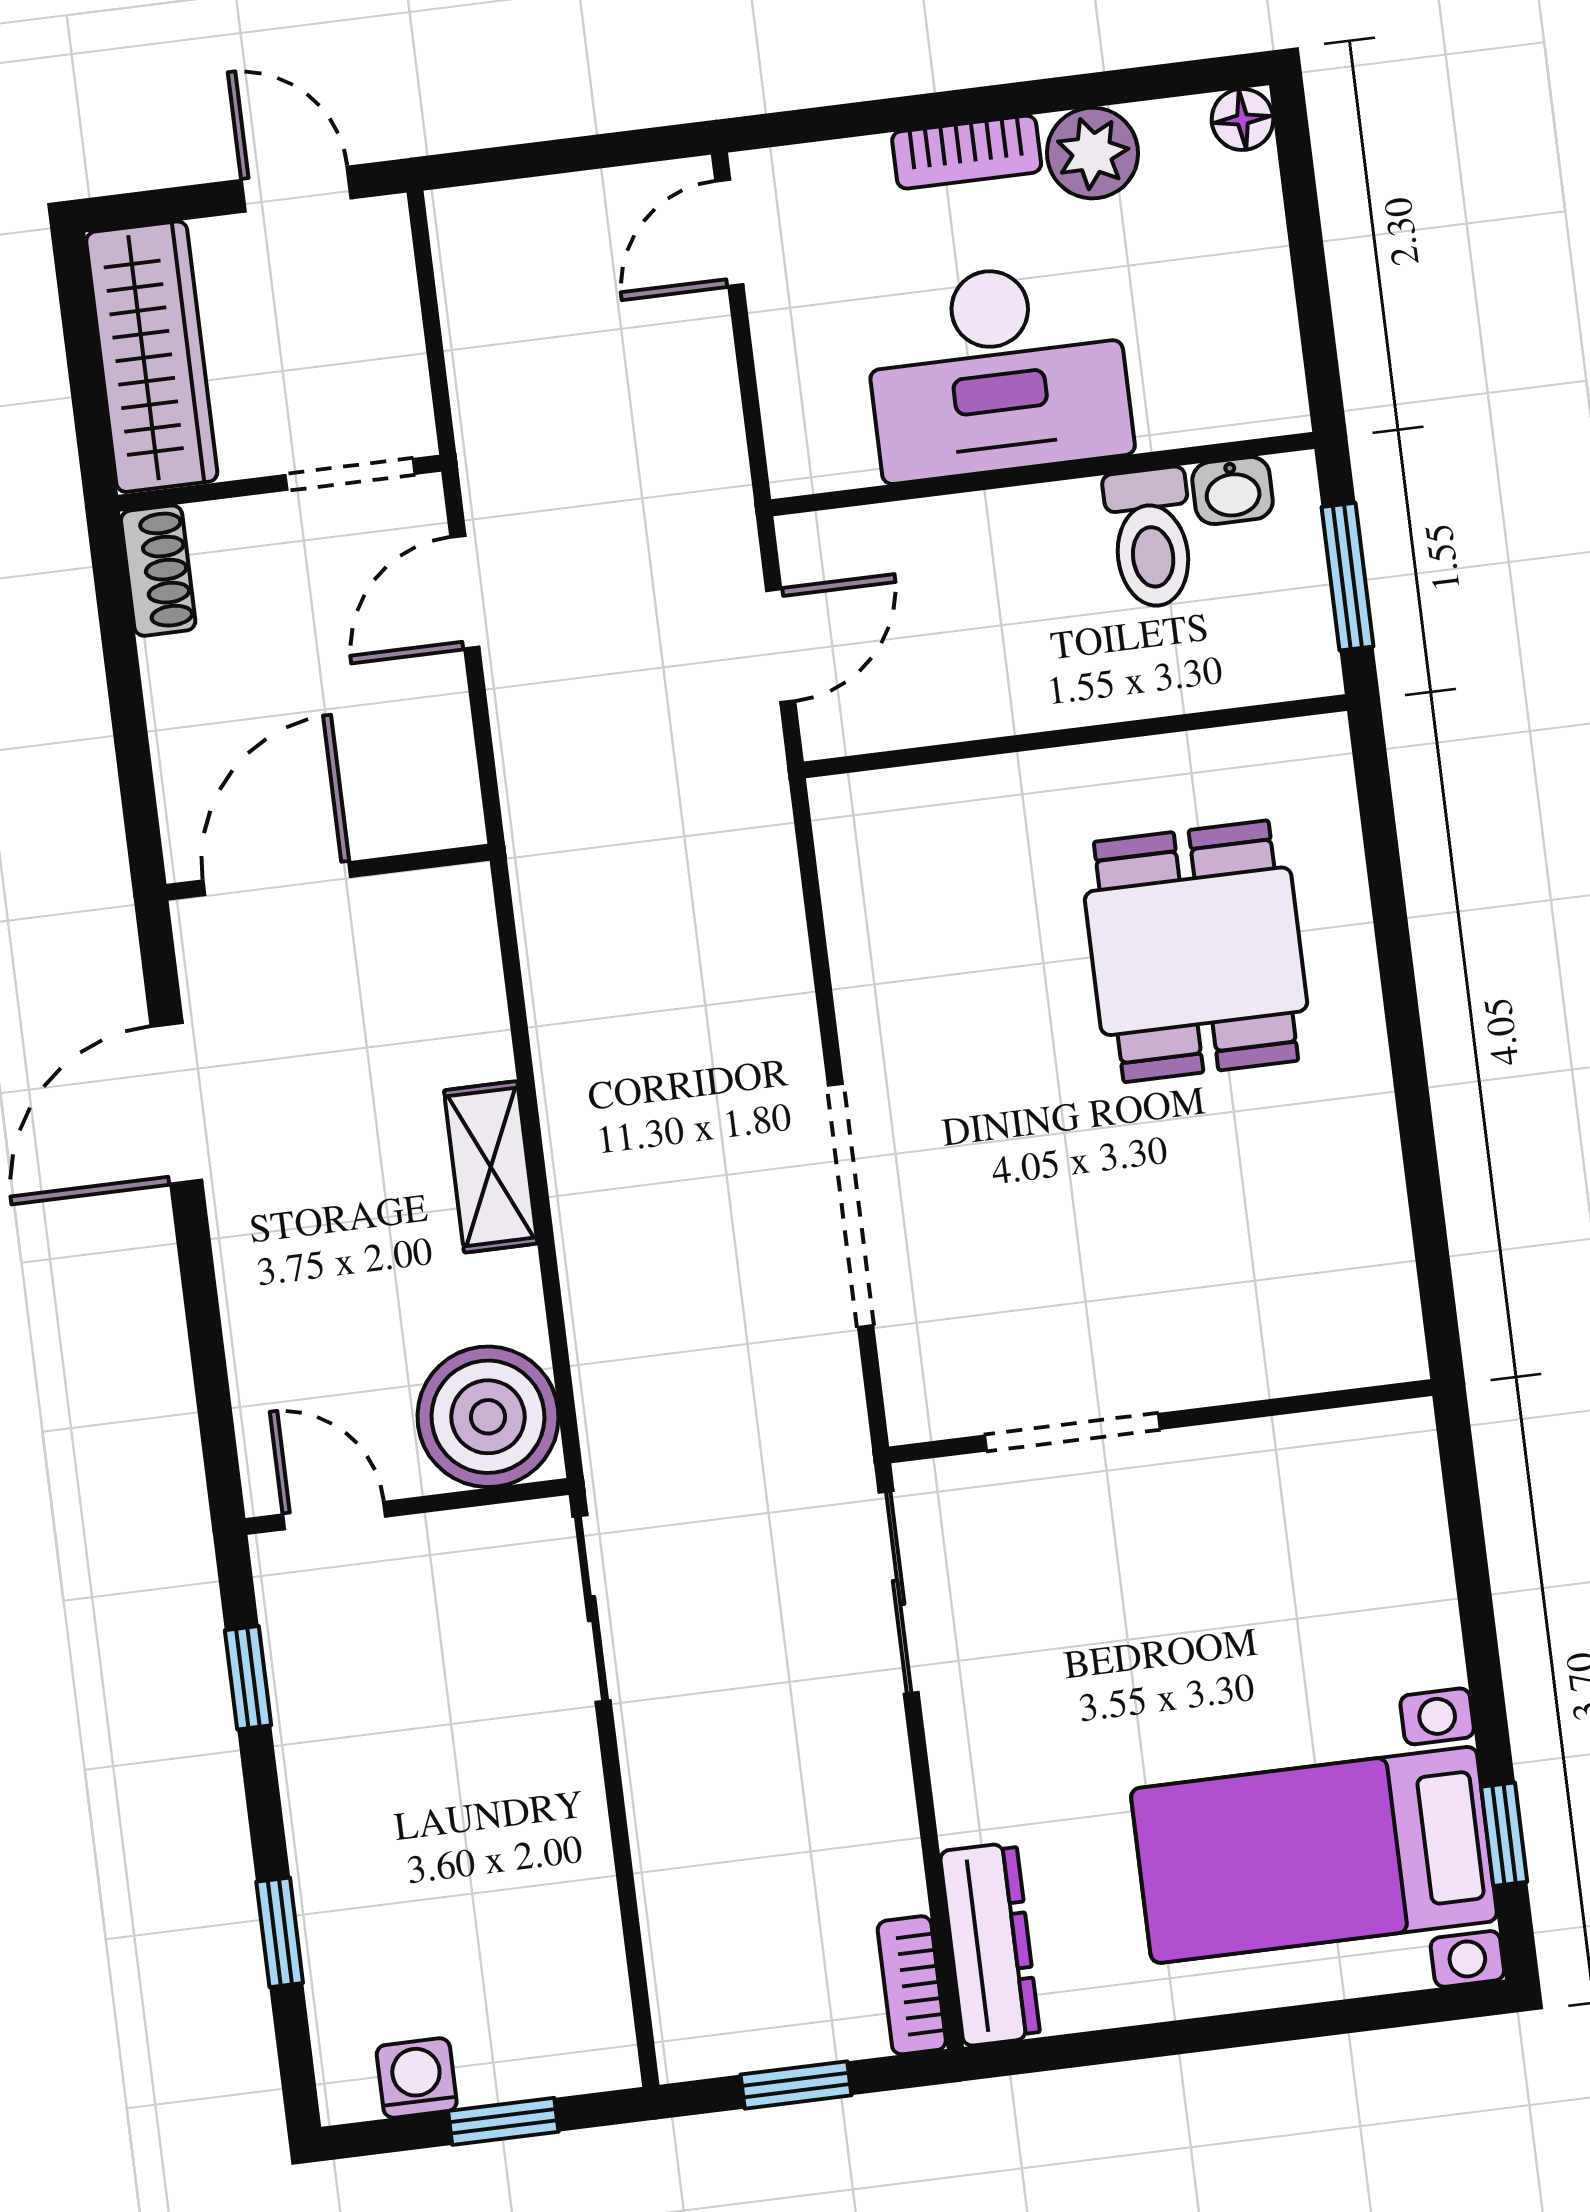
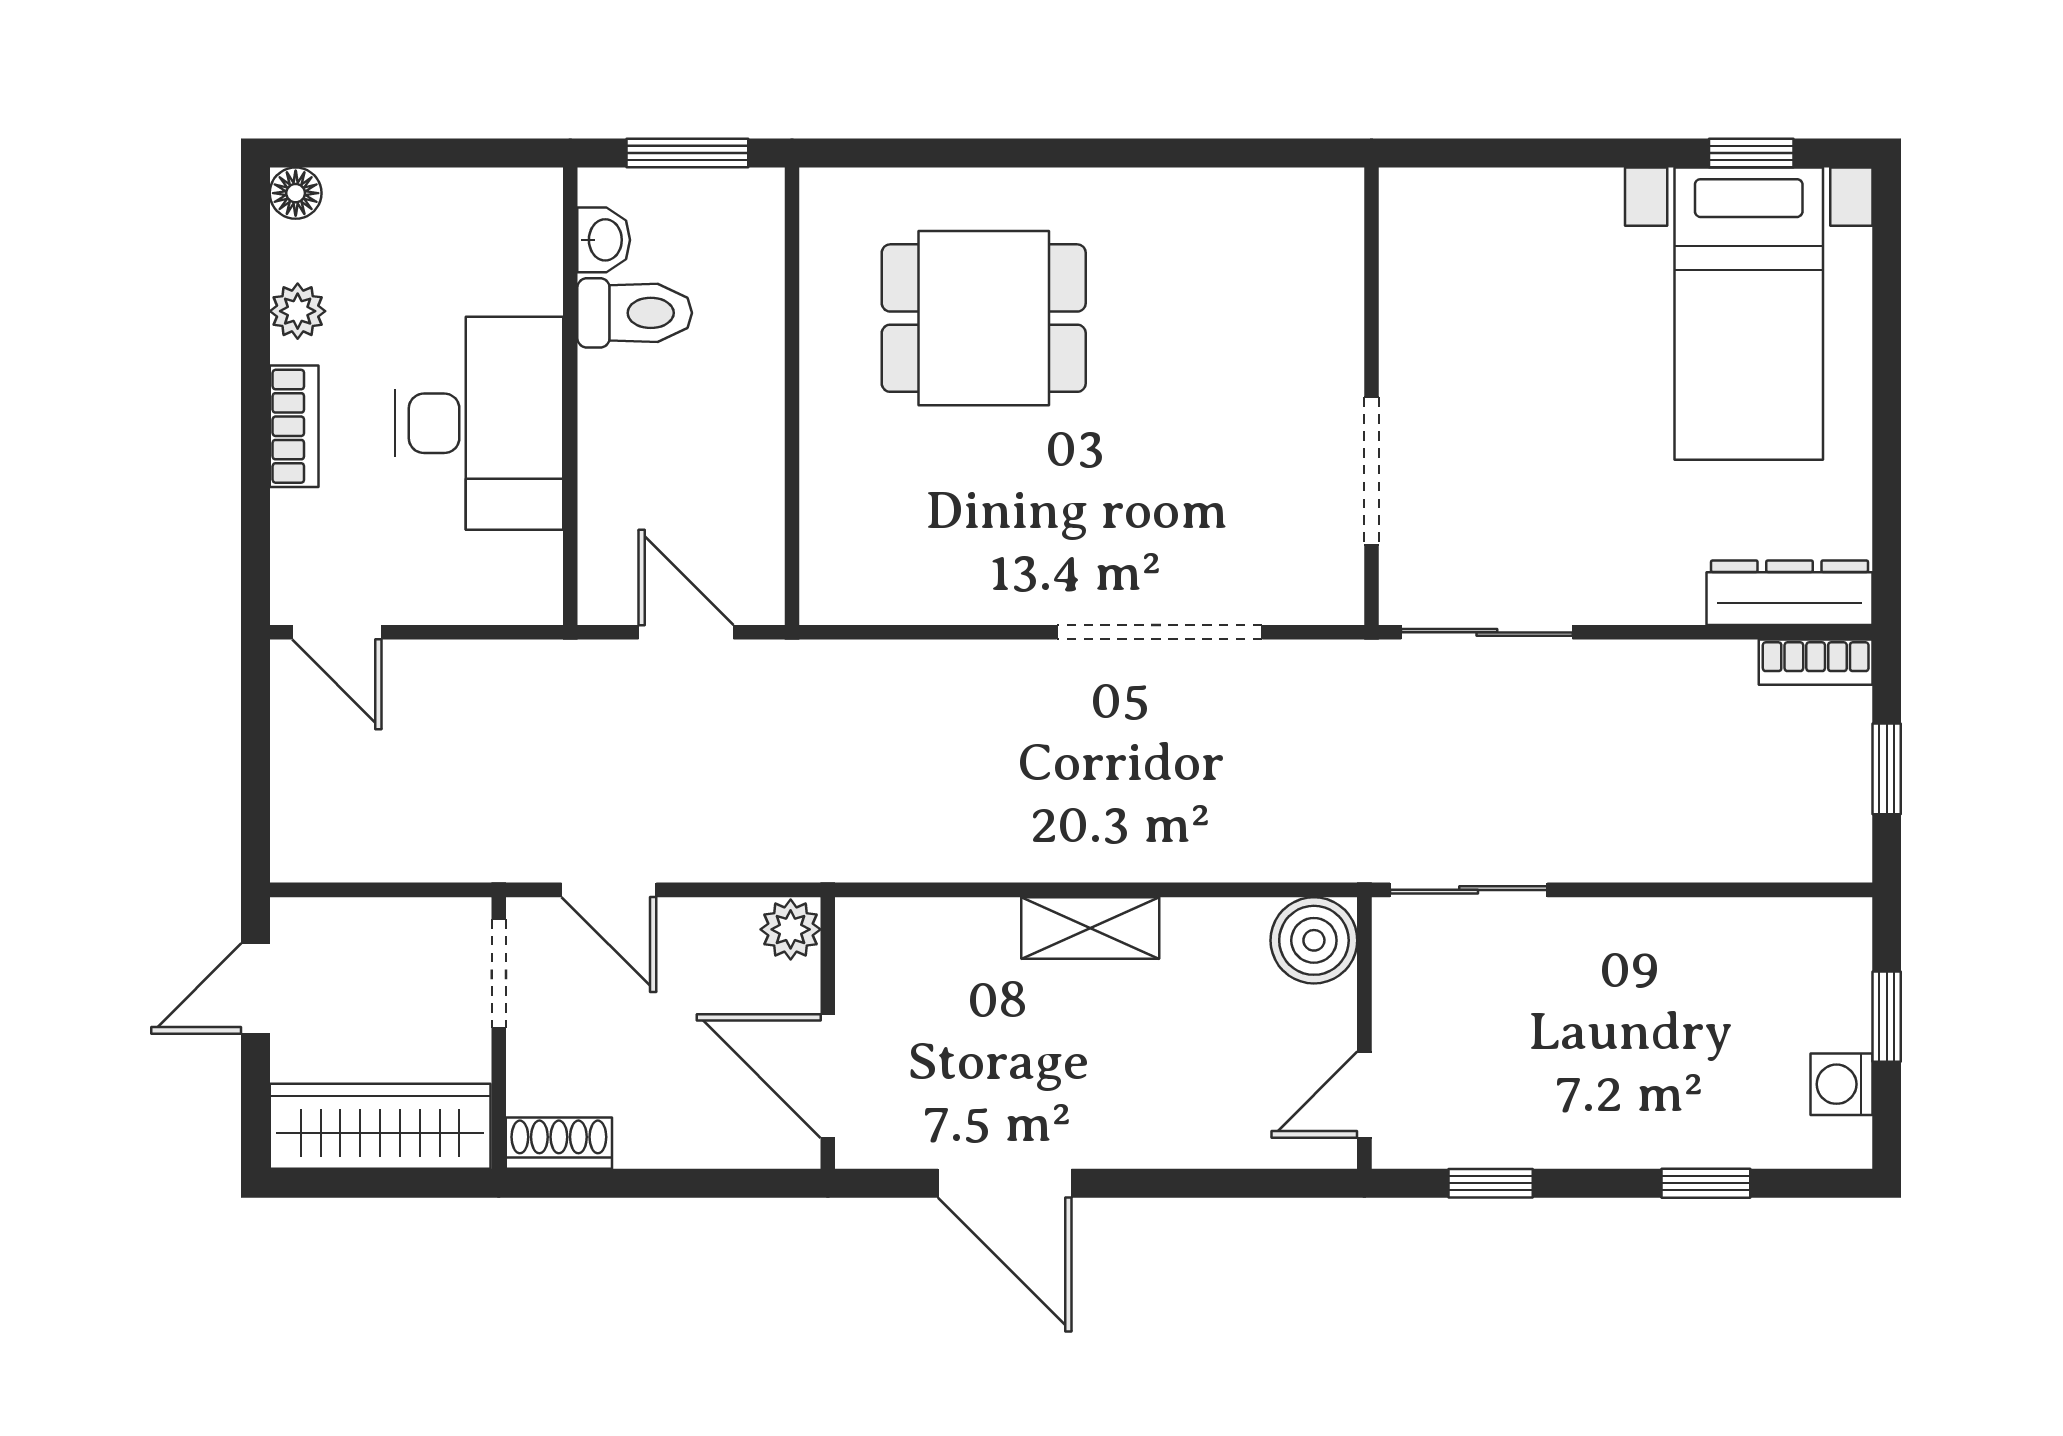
plant: (1092, 153) -> (298, 311), width x0.73, depth x0.73
plant: (445, 813) -> (791, 929), added
boiler: (488, 1417) -> (1314, 940), width x0.73, depth x0.73

